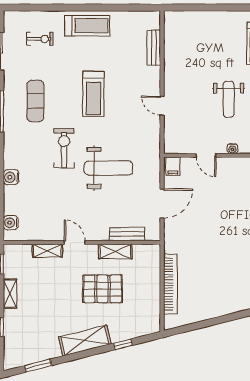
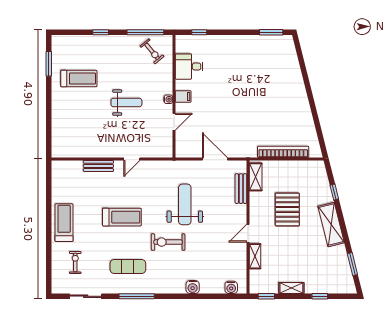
bench: (154, 48) -> (98, 166), moved
filing cabinet: (173, 166) -> (183, 96), moved
shelving: (115, 251) -> (256, 177), moved

